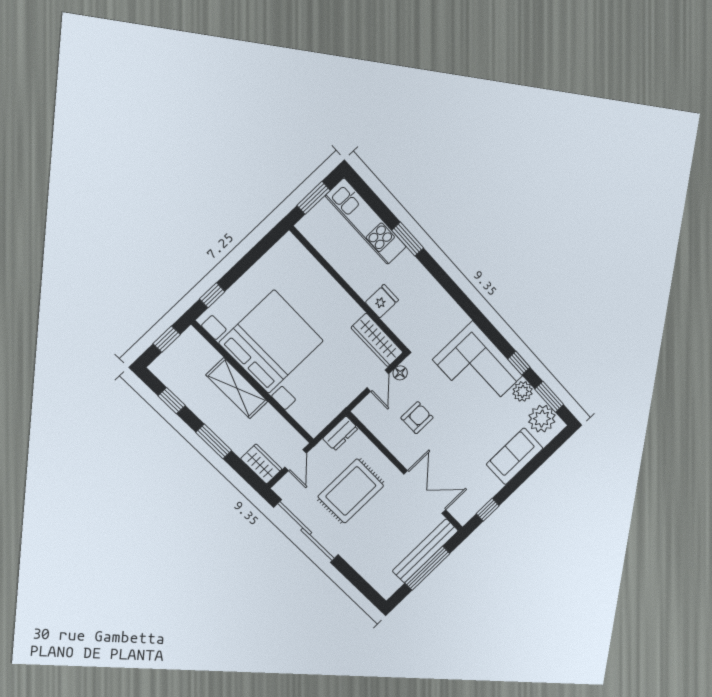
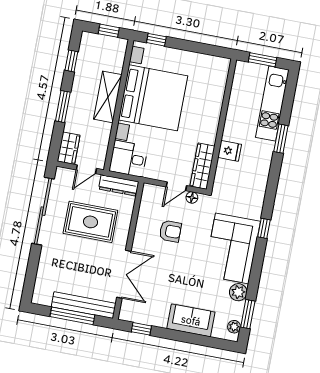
window: (519, 363) -> (264, 228), moved
desk: (315, 410) -> (128, 159), added
plant: (542, 419) -> (234, 327), width x0.53, depth x0.53
dresser: (340, 433) -> (119, 185), width x1.44

